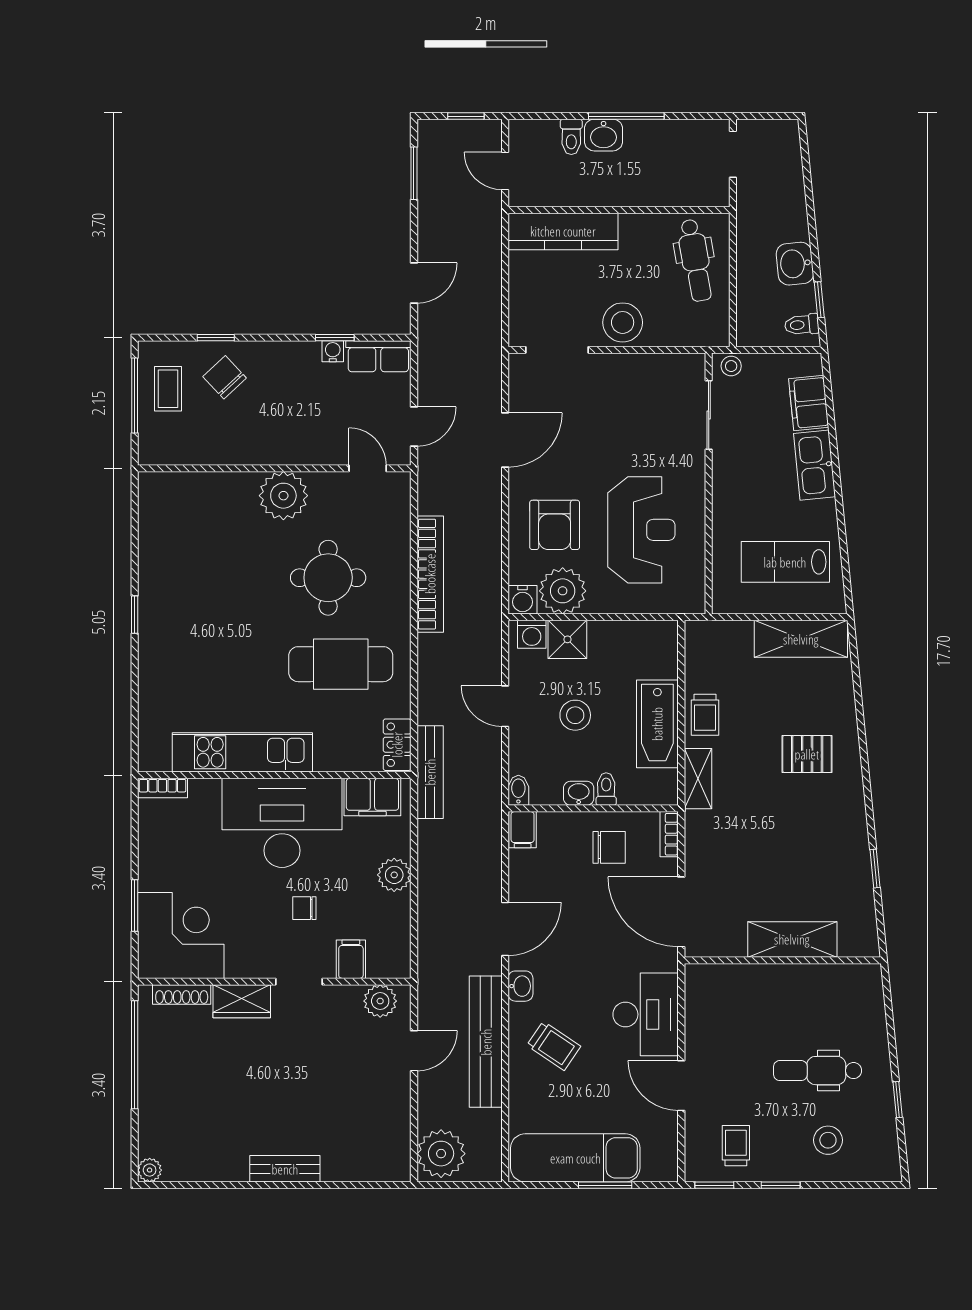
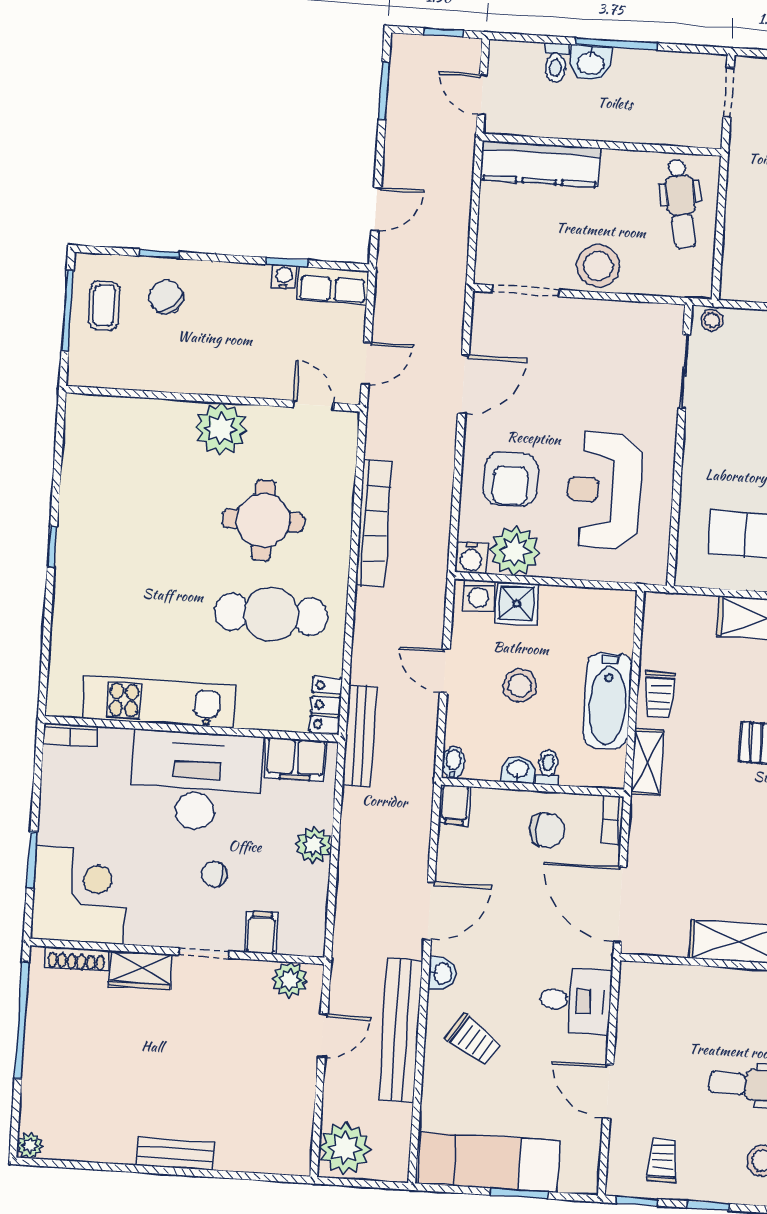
reception desk: (641, 530) -> (604, 491), turned 180
desk: (646, 1014) -> (575, 1001), width x0.73

